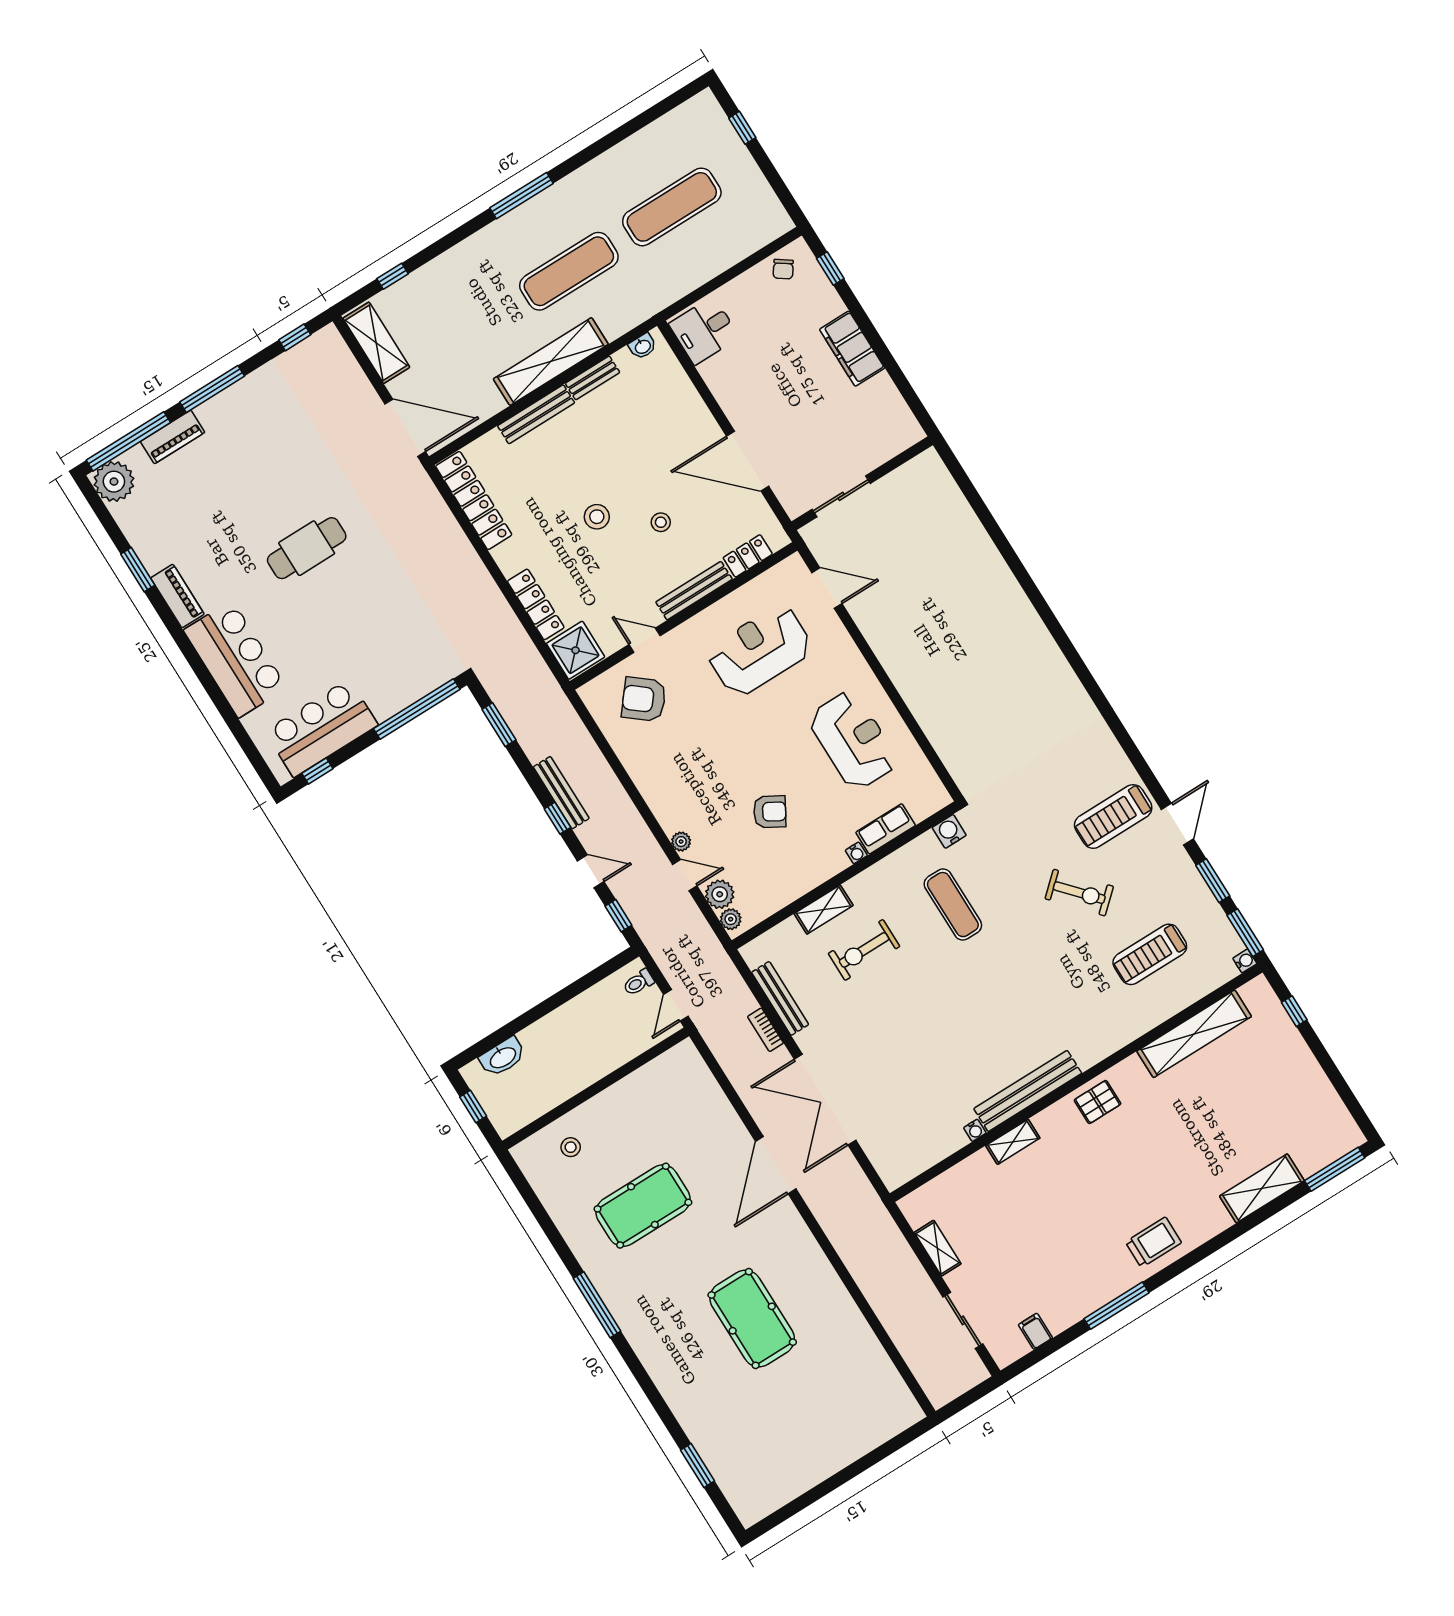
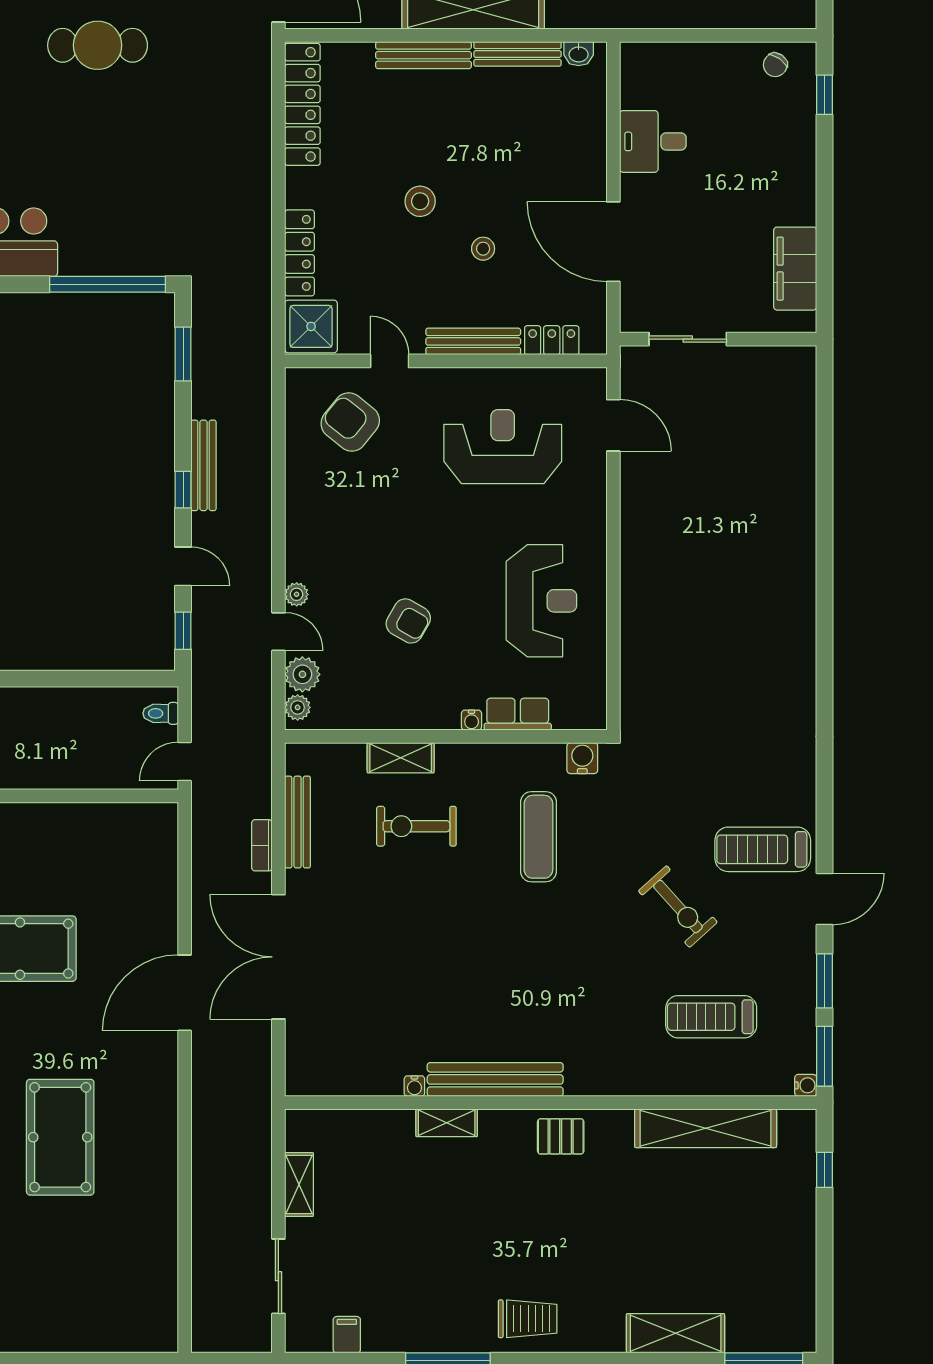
desk: (704, 331) -> (653, 141), moved
filing cabinet: (852, 349) -> (795, 269), moved
bench: (592, 378) -> (518, 54), width x1.36

